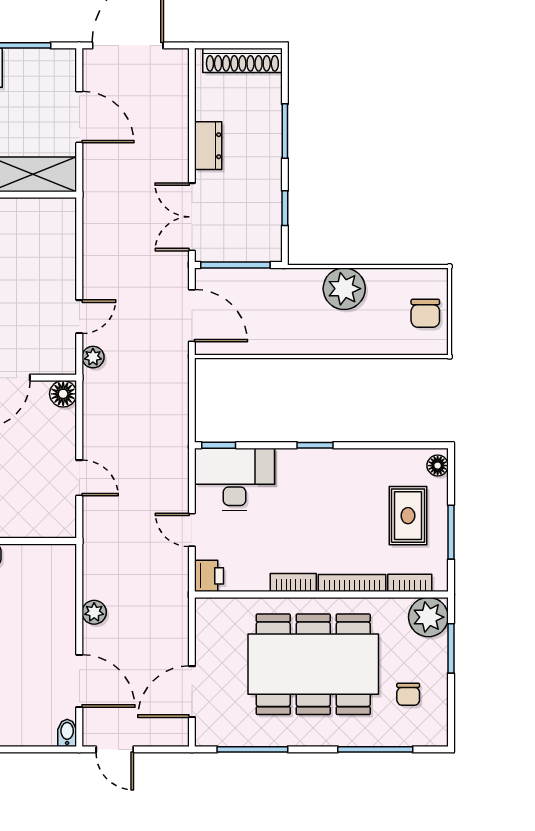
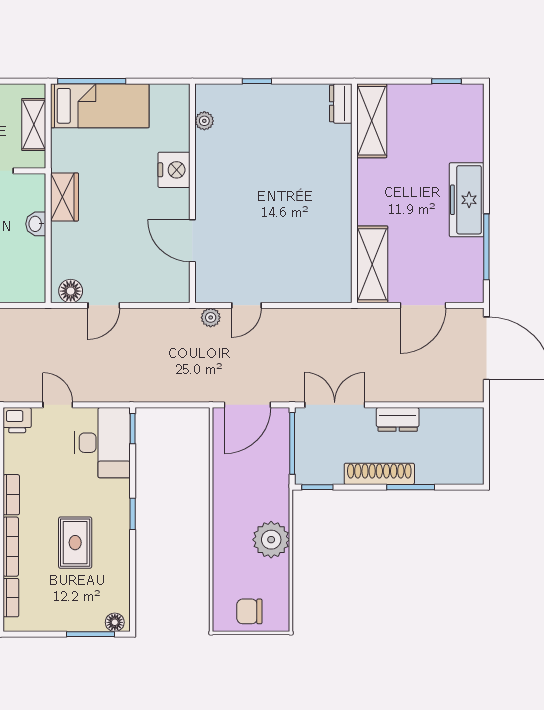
shoe rack: (242, 60) -> (379, 474), moved, turned 90
window: (285, 208) -> (317, 487), moved
door: (79, 317) -> (246, 305), hinge flipped
floor lamp: (63, 394) -> (71, 291), moved
rug: (408, 516) -> (75, 543), moved, turned 90
door: (192, 530) -> (58, 405), hinge flipped
window: (451, 532) -> (91, 634), moved

